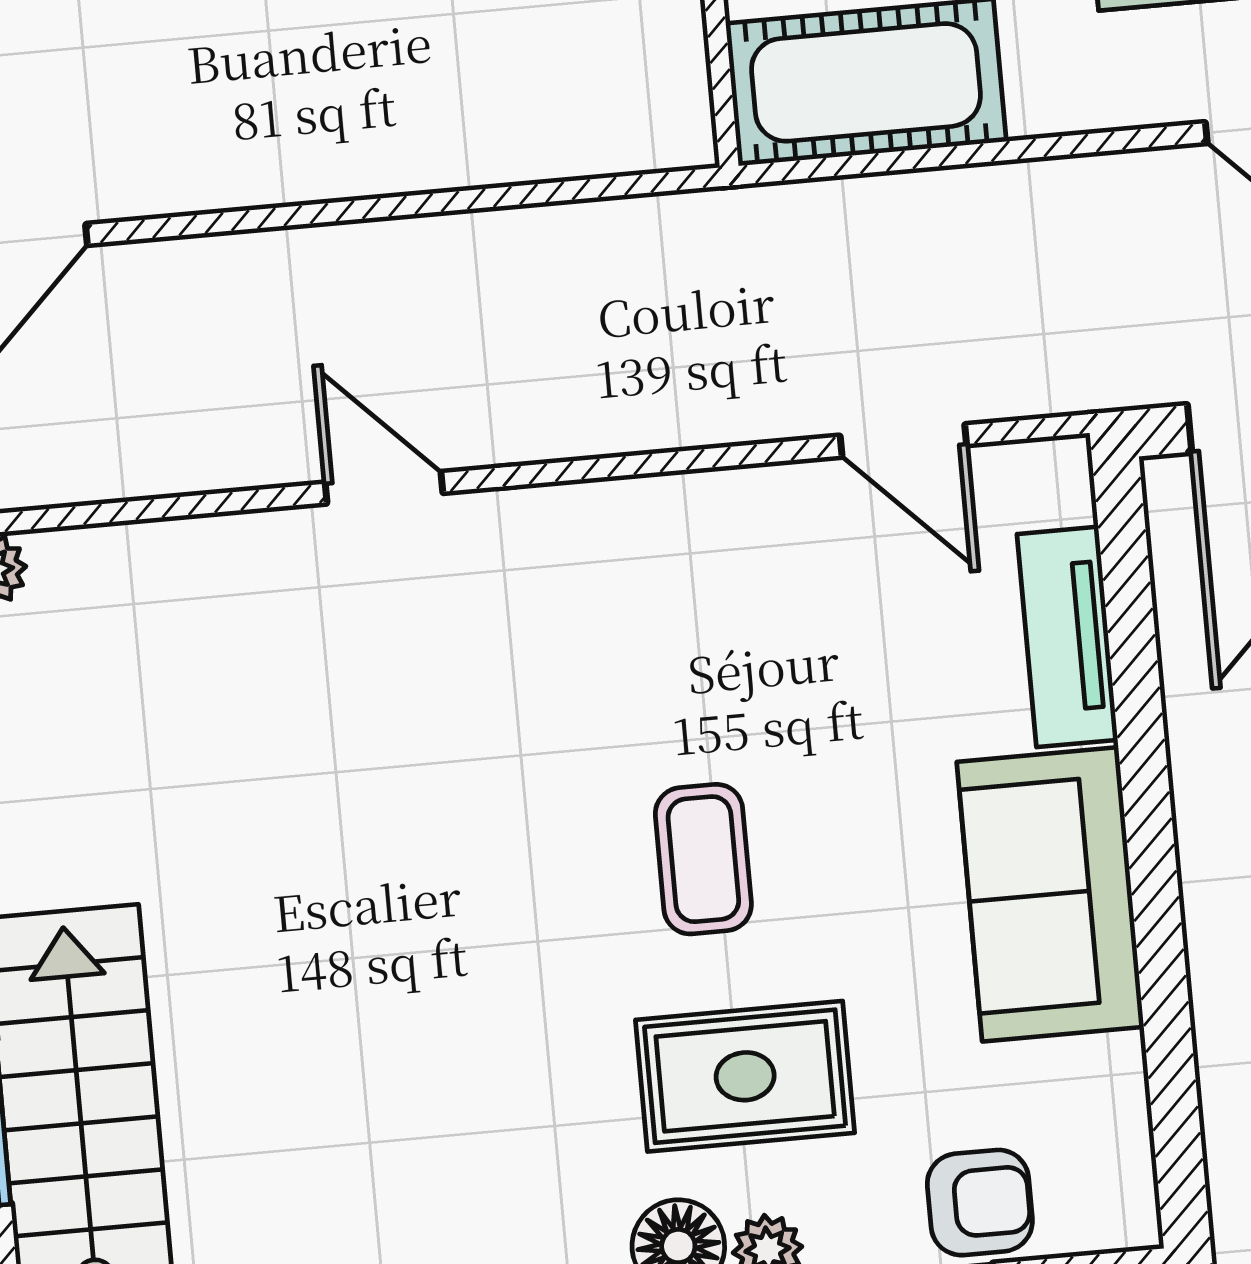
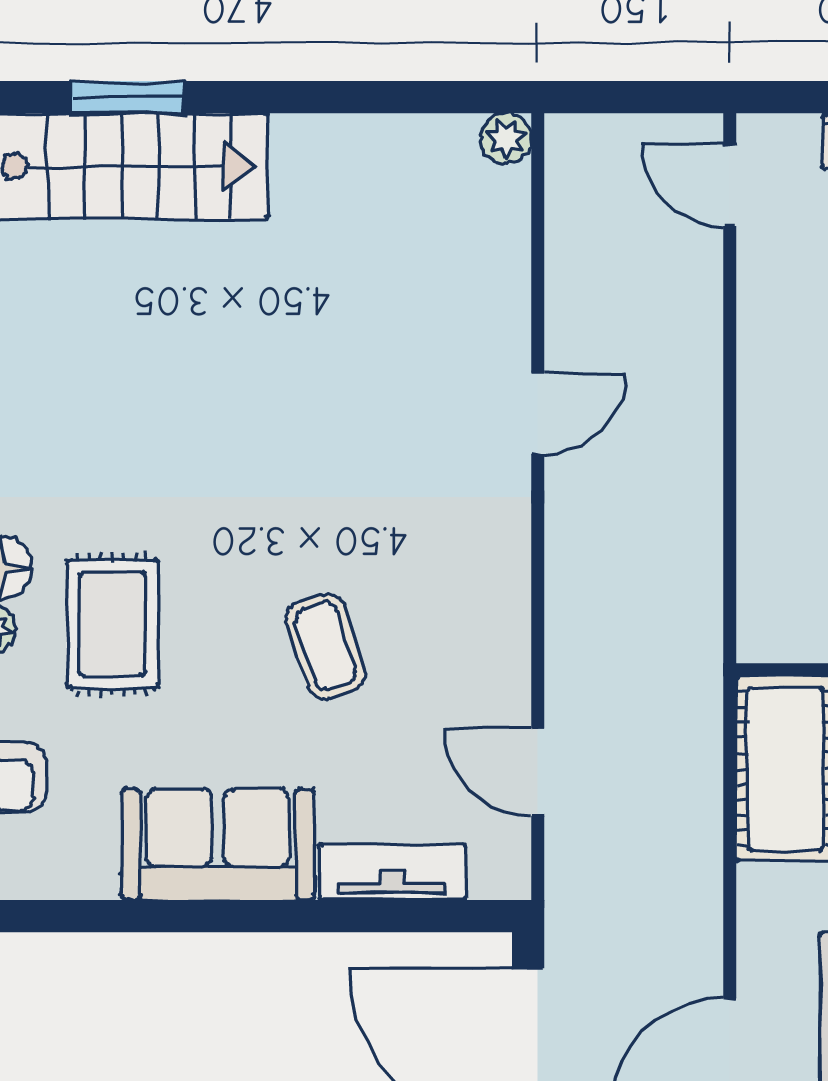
door: (903, 440) -> (538, 772), hinge flipped
coffee table: (703, 859) -> (326, 646), moved, turned 72

